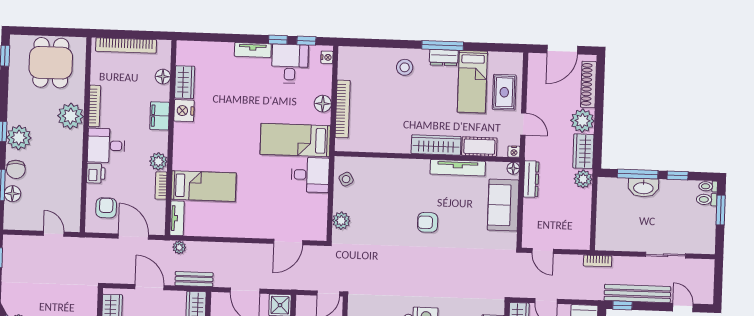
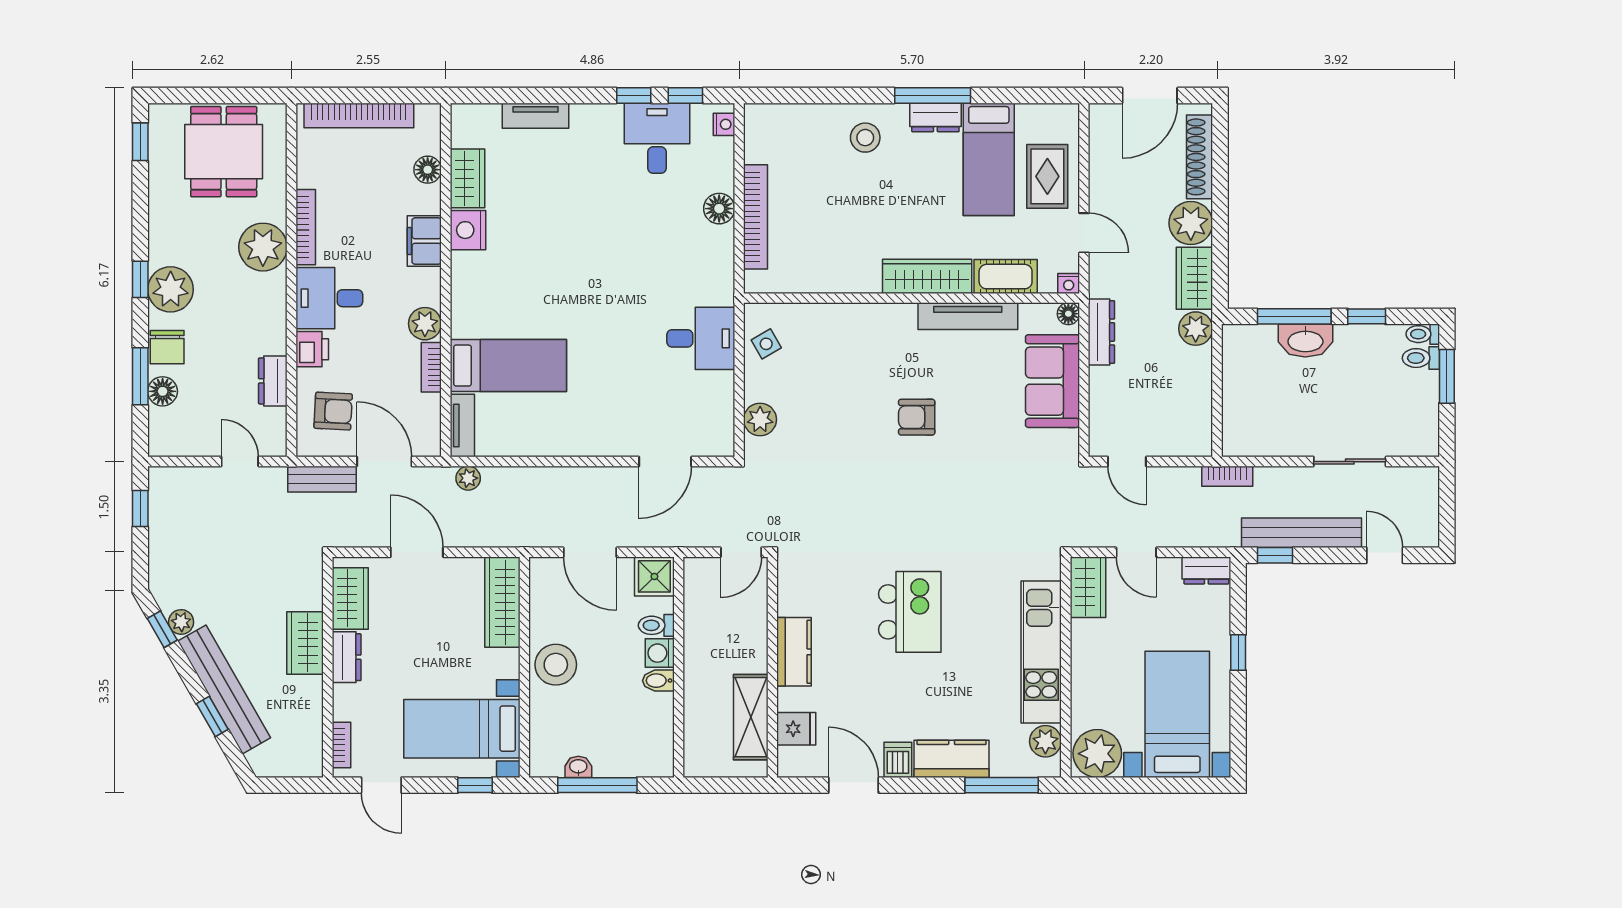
tv unit: (253, 50) -> (535, 116), moved
bed: (295, 140) -> (672, 276), removed
dresser: (73, 190) -> (273, 381), added
armchair: (106, 208) -> (333, 411), turned 93
bench: (194, 279) -> (322, 479), moved

